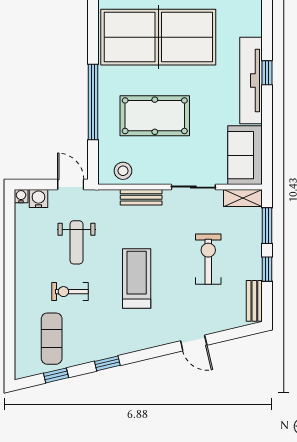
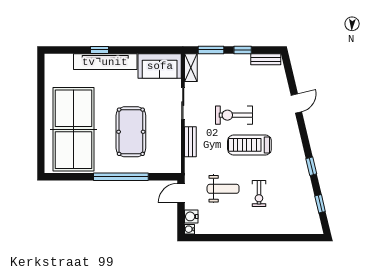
stool: (123, 171) -> (171, 155), removed
exercise bike: (208, 259) -> (234, 115), moved
exercise mat: (52, 339) -> (293, 207), removed

